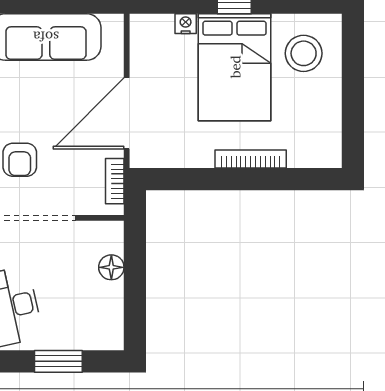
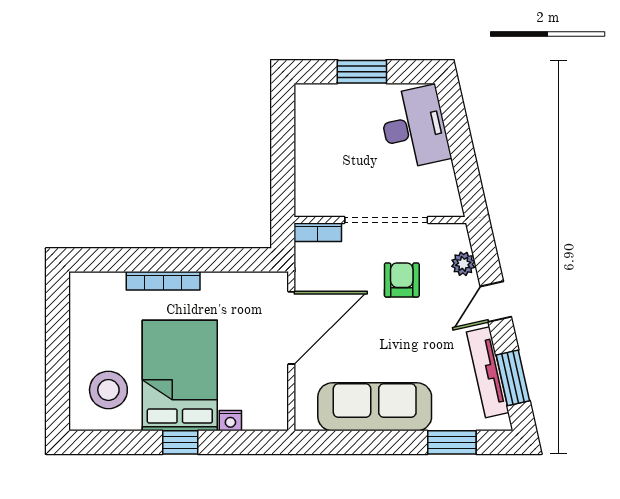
bookcase: (115, 181) -> (318, 232), moved, turned 90
floor lamp: (111, 267) -> (307, 169), removed

